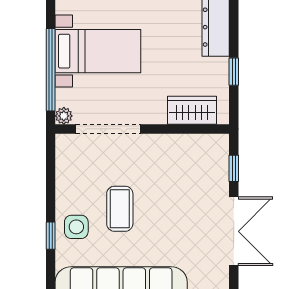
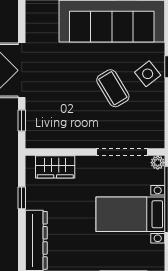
coffee table: (120, 209) -> (113, 88), turned -31
side table: (76, 227) -> (148, 74), turned -38

